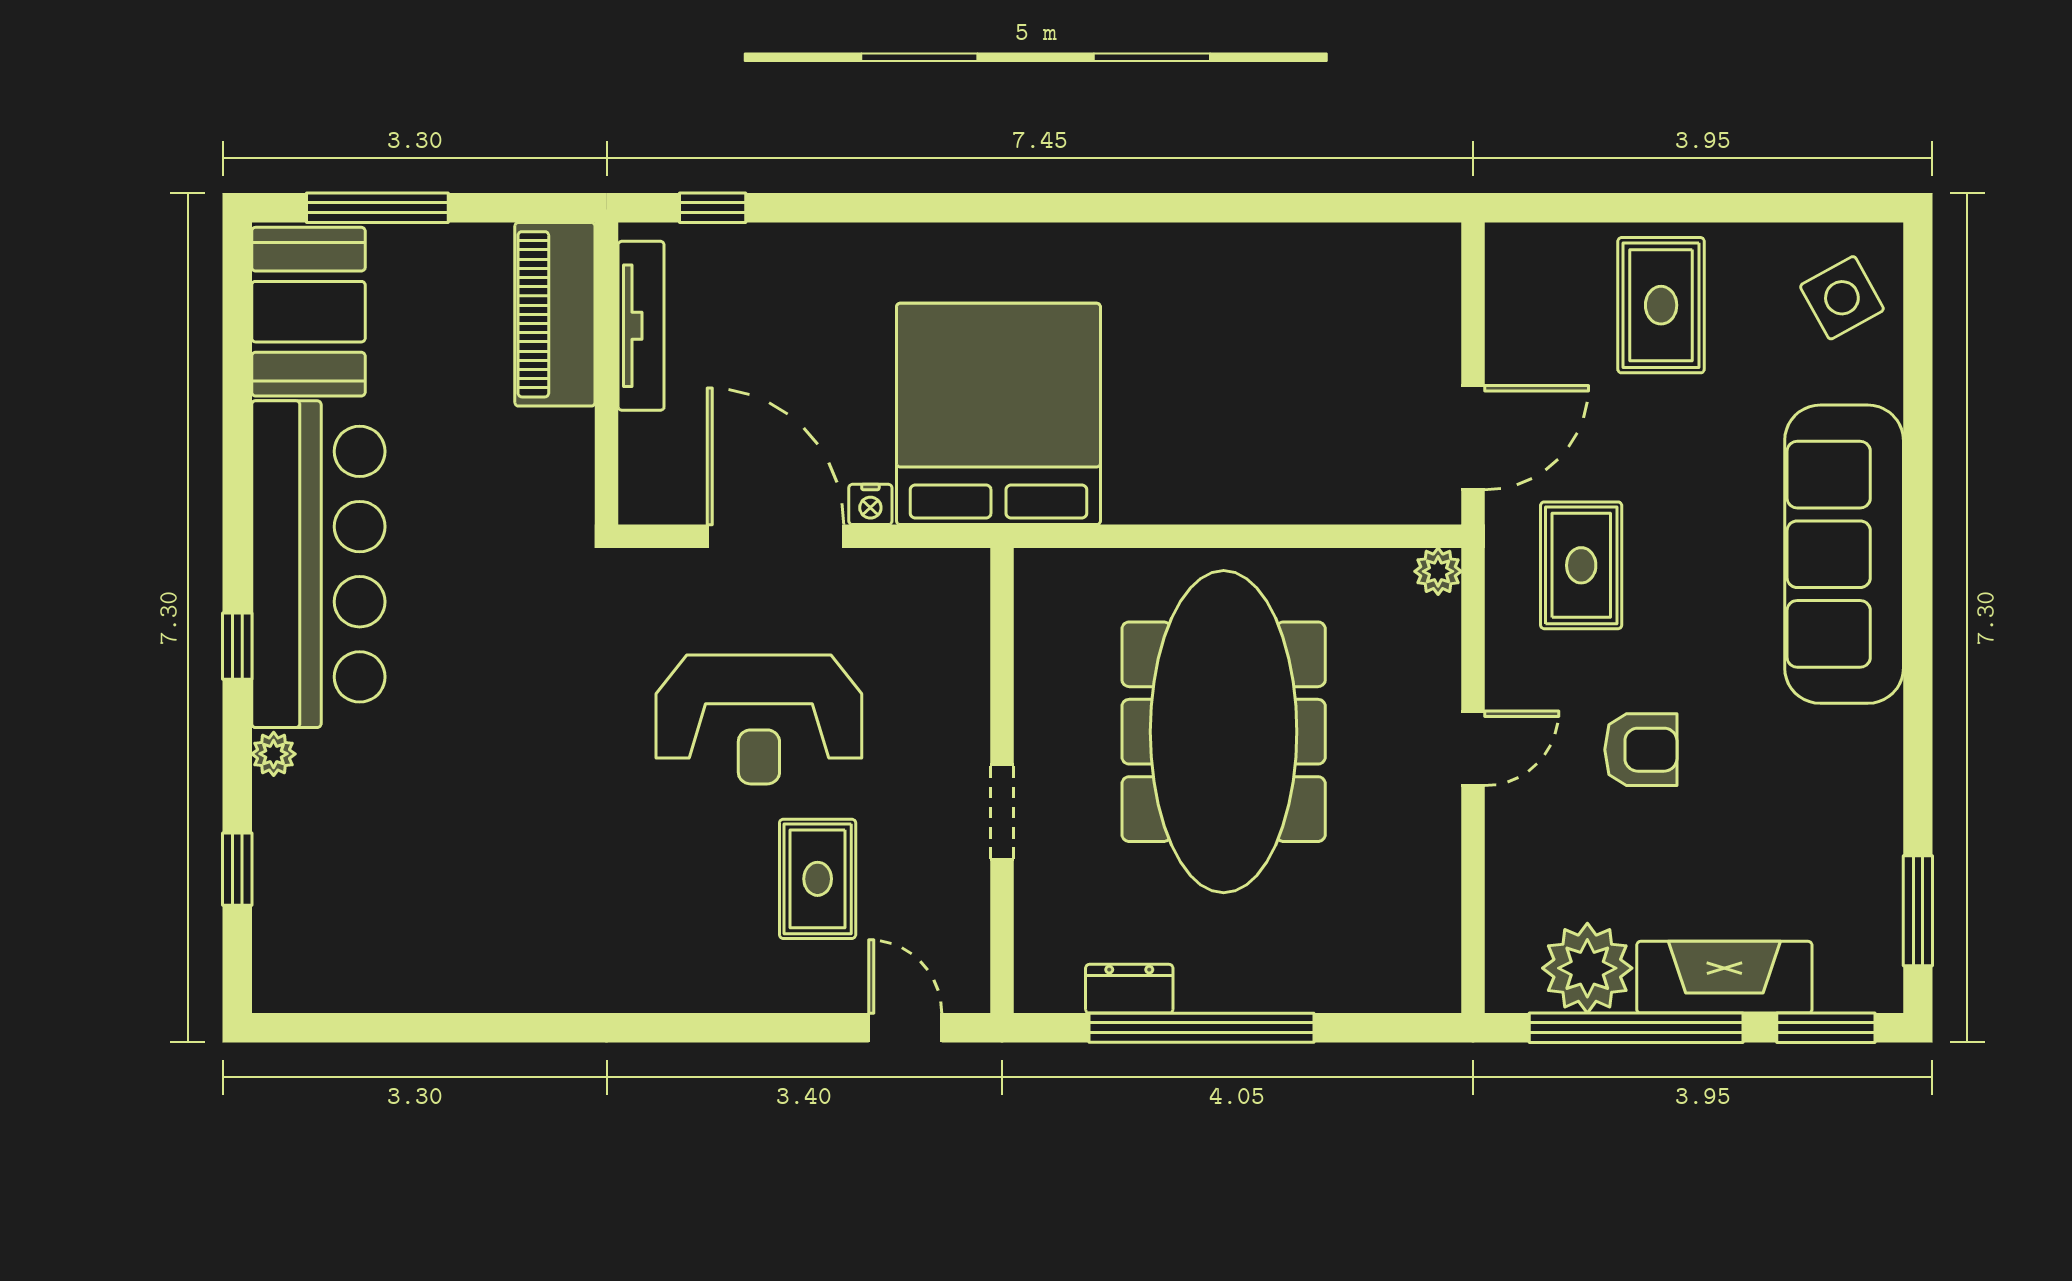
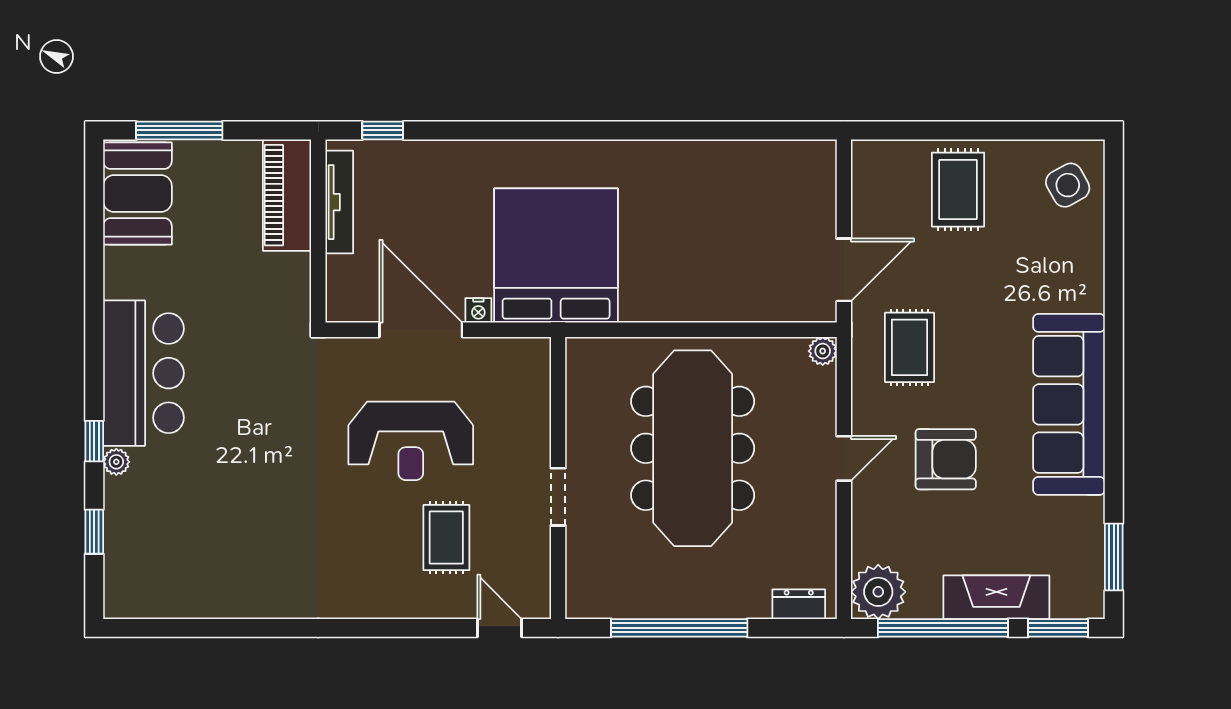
sofa: (1844, 554) -> (1069, 404), moved
bar counter: (318, 564) -> (143, 373), width x0.73
window: (237, 646) -> (94, 441), moved
armchair: (1641, 750) -> (946, 459), width x1.38, depth x1.38
plant: (1587, 968) -> (878, 592), moved
dresser: (1129, 989) -> (799, 604), moved

